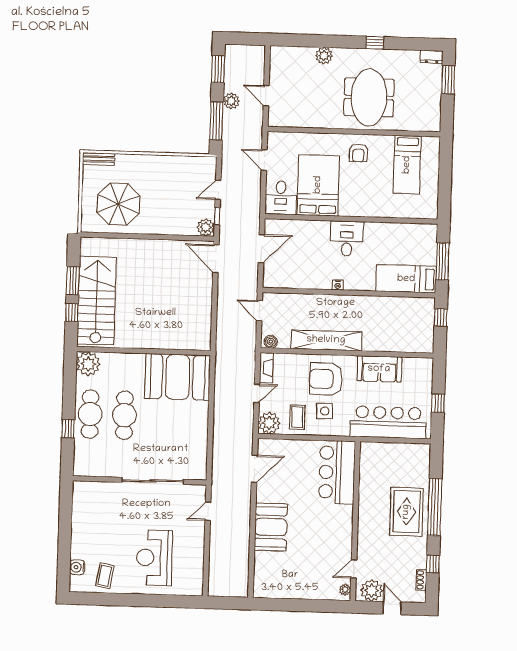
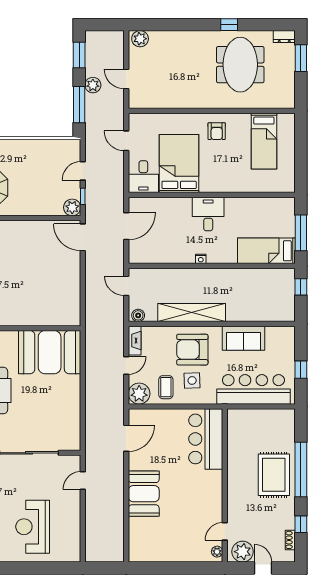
plant: (324, 56) -> (140, 39), moved
meeting table: (369, 97) -> (240, 65), moved

